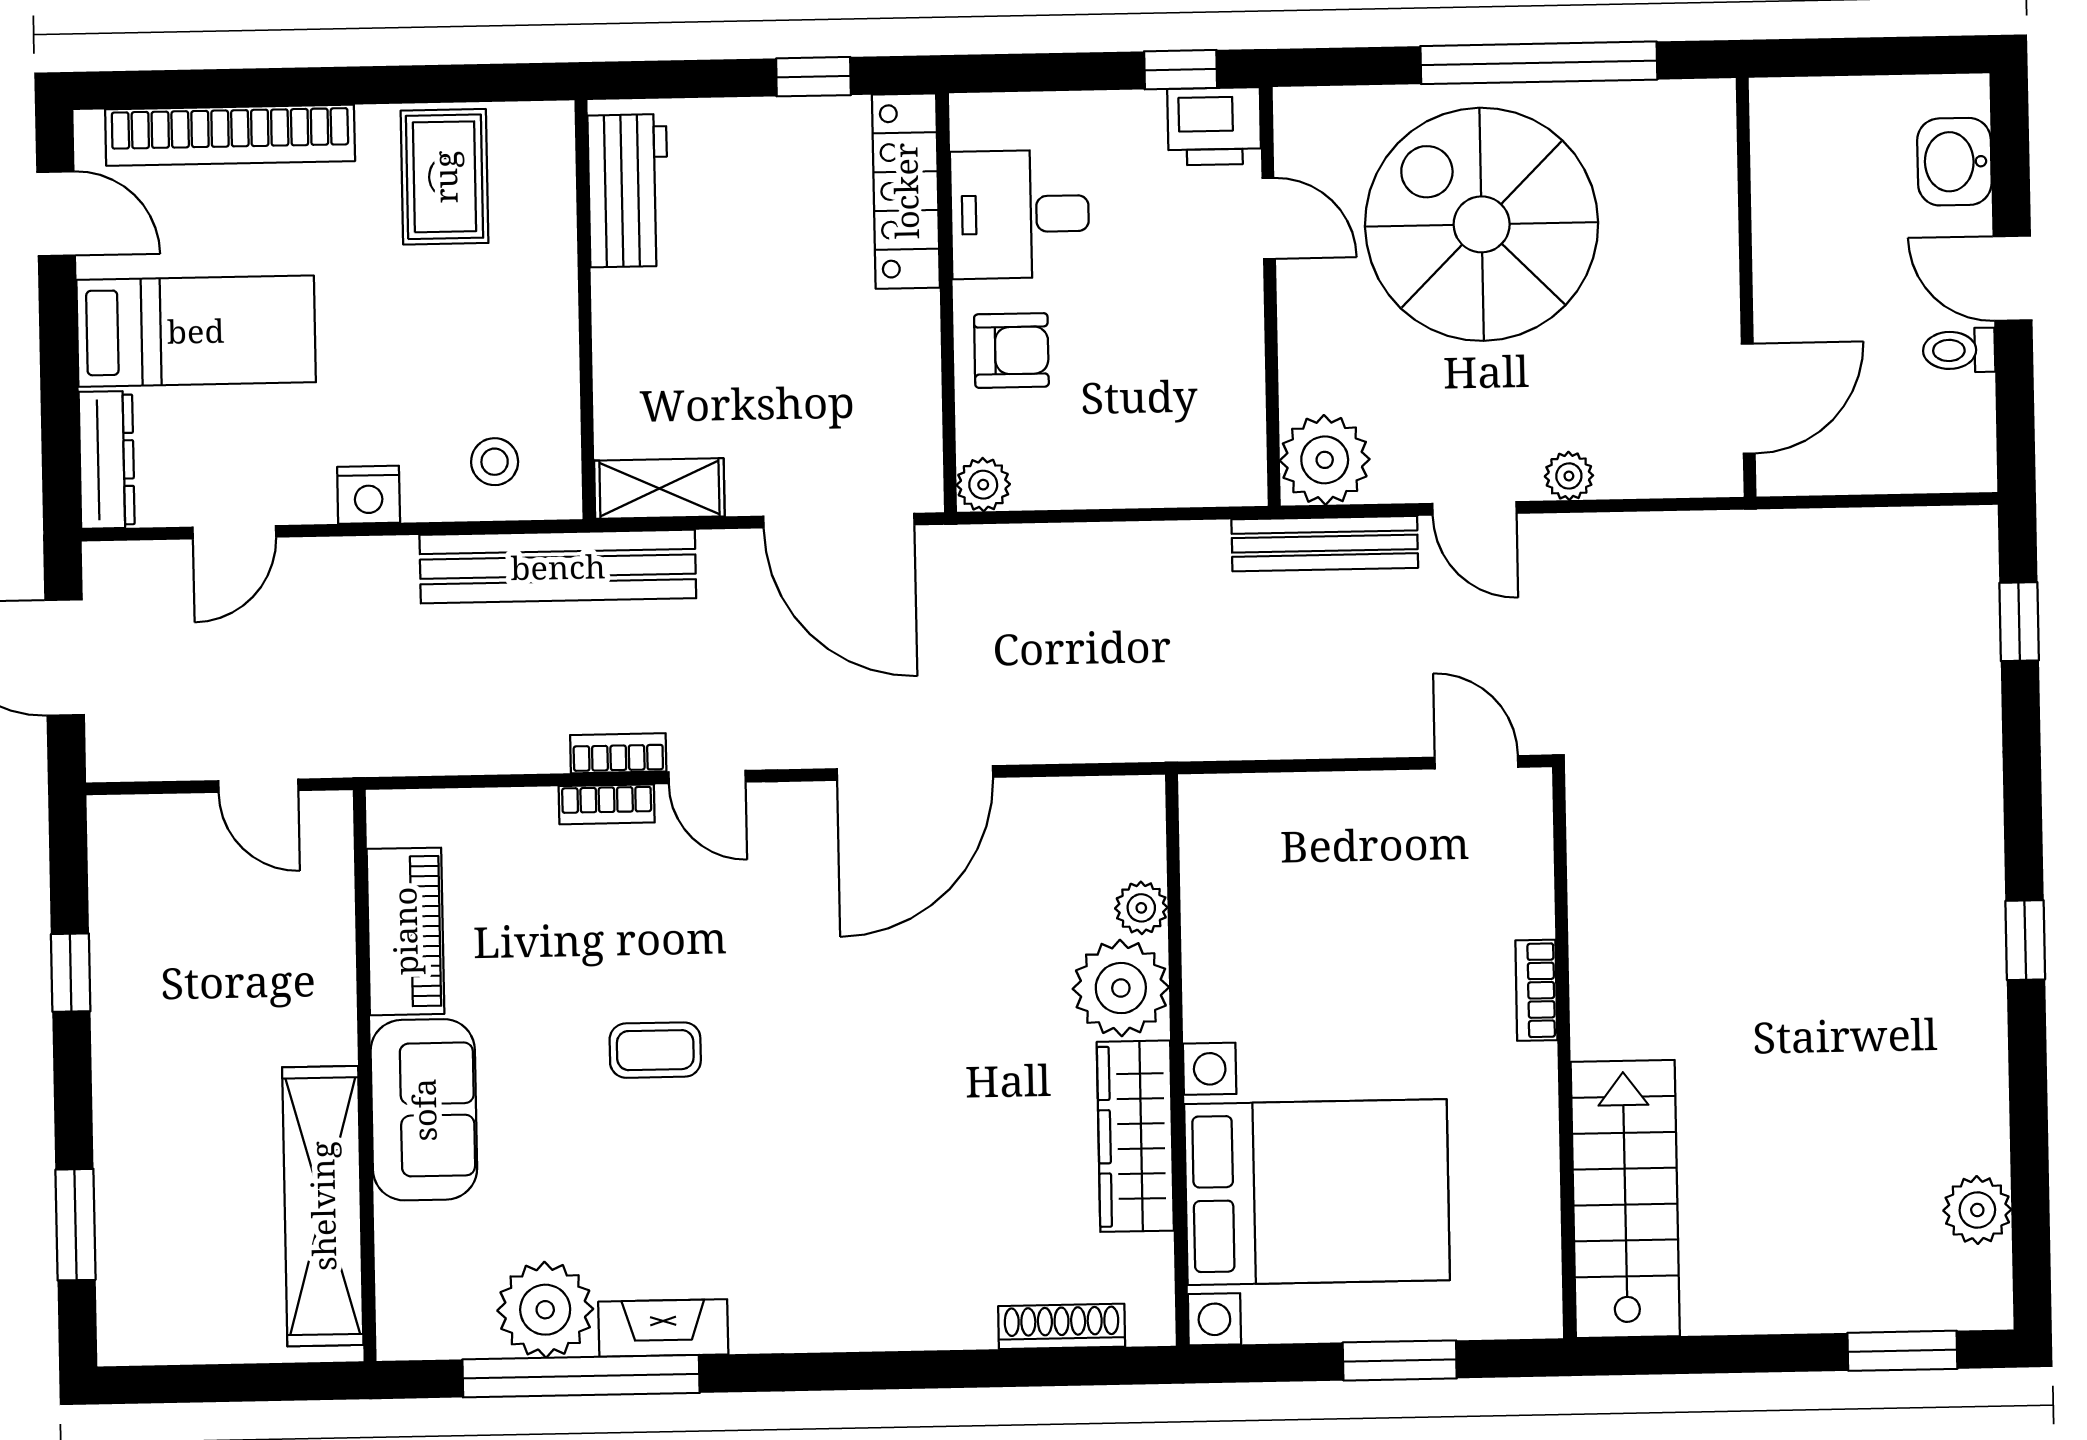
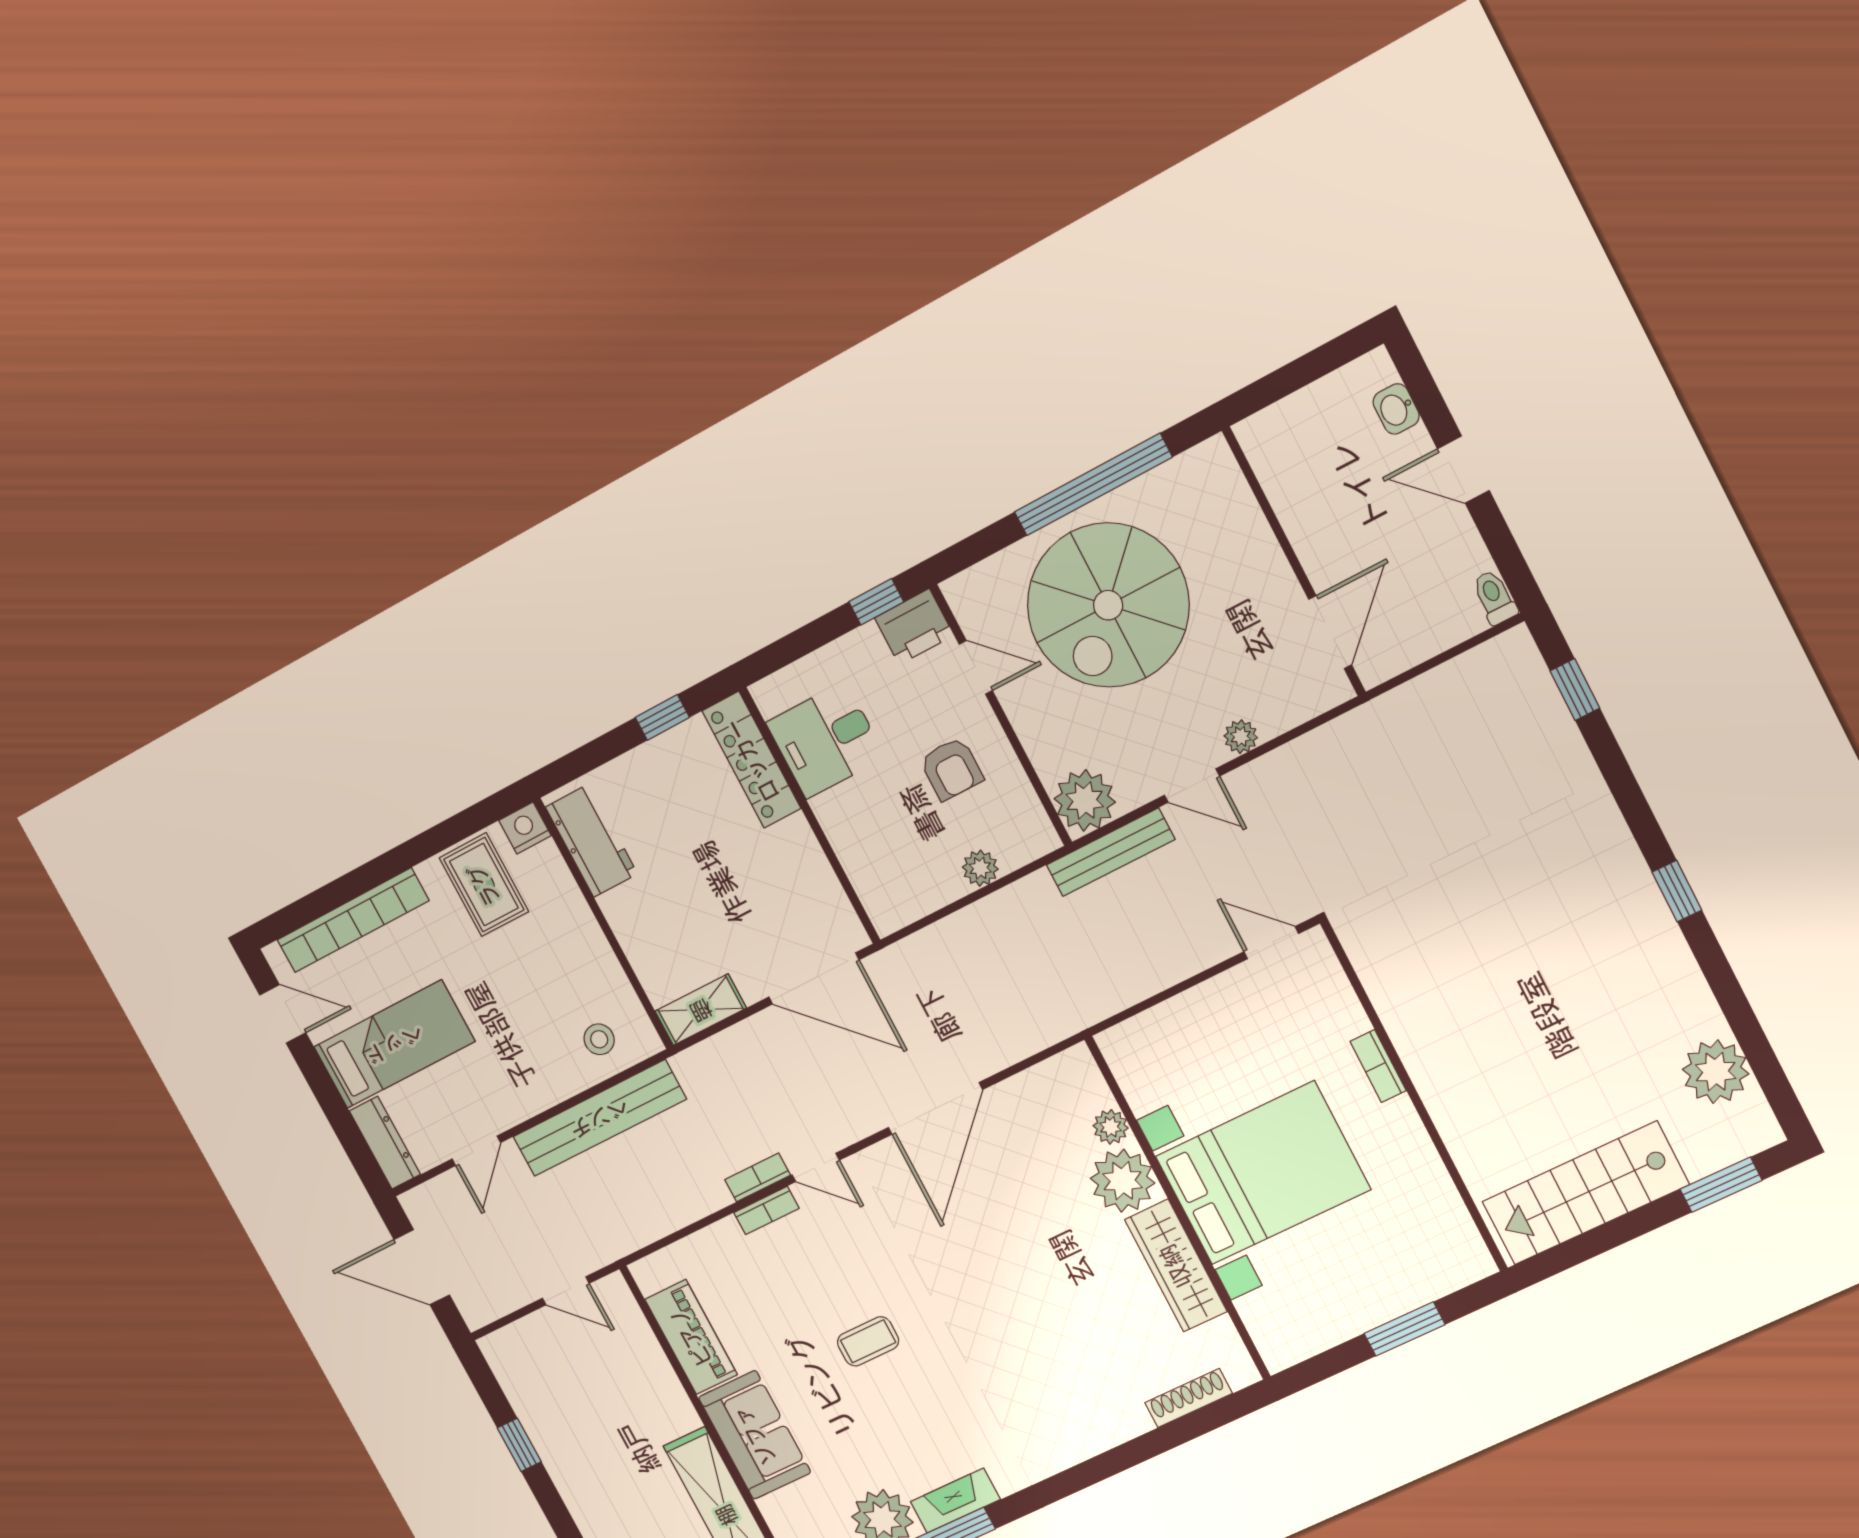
washbasin: (1954, 162) -> (1396, 409), width x0.72, depth x0.69
spiral stairs: (1482, 224) -> (1108, 605), turned -90
toilet: (1959, 350) -> (1494, 597), moved, turned 90
armchair: (1011, 351) -> (951, 769), moved, turned 90
plant: (983, 485) -> (980, 868), moved
nightstand: (369, 495) -> (525, 828), moved, turned 180
bench: (558, 567) -> (599, 1118), moved
bed with nightstands: (1317, 1192) -> (1263, 1173), moved
stairs: (1625, 1199) -> (1585, 1193), moved, turned -90
plant: (1977, 1210) -> (1716, 1072), width x1.36, depth x1.36

